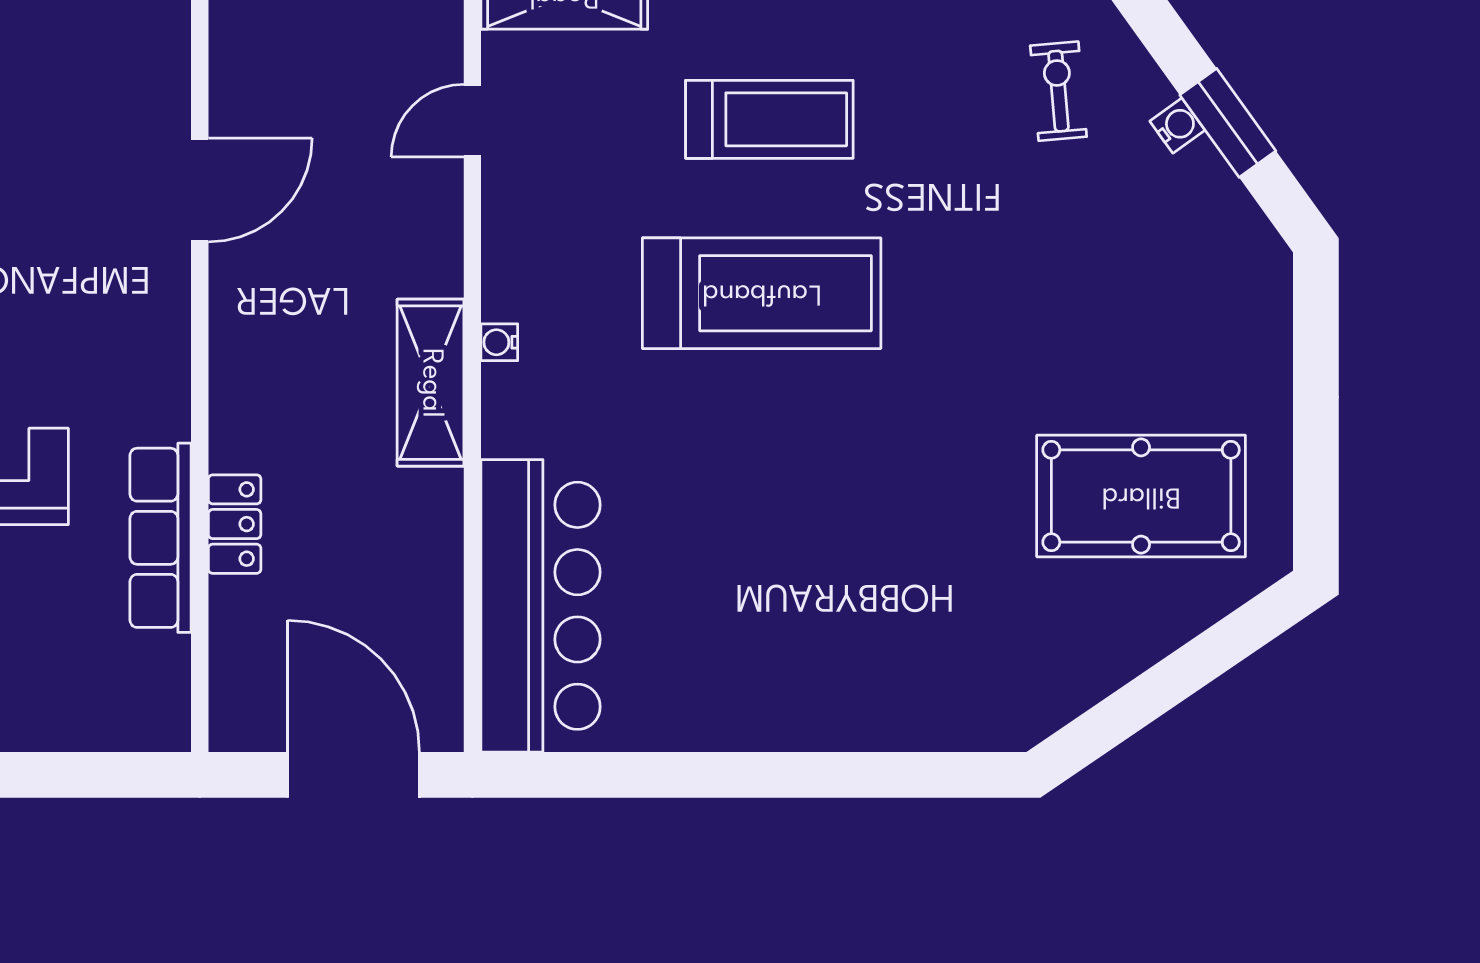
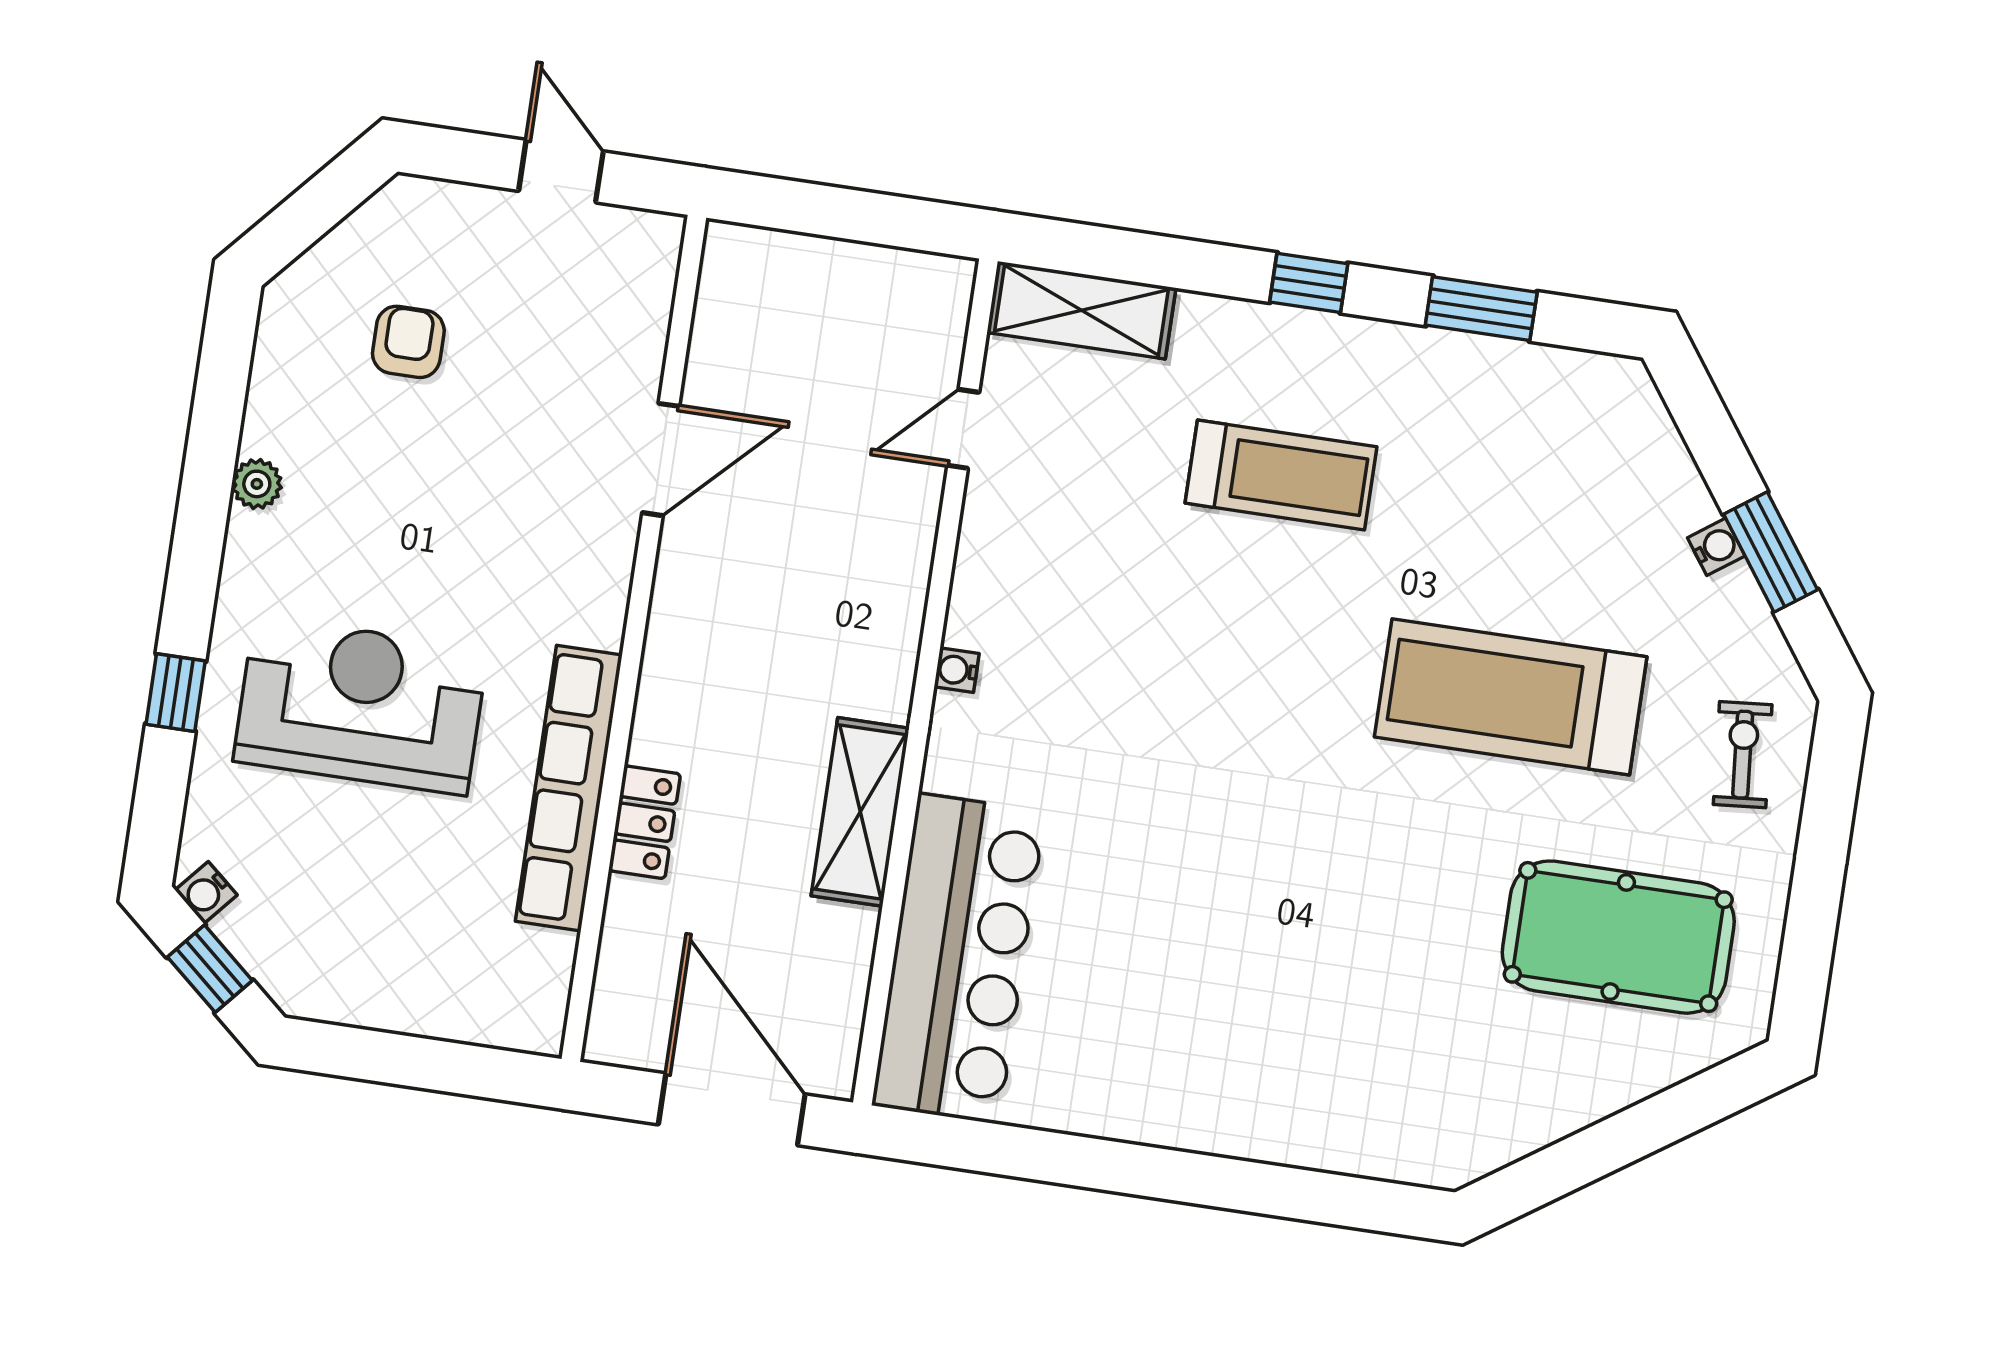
exercise bike: (1058, 91) -> (1743, 755), moved
treadmill: (762, 293) -> (1511, 697), moved, turned 180
shelving: (431, 383) -> (860, 812), moved
row of seats: (161, 538) -> (569, 788), width x1.36

